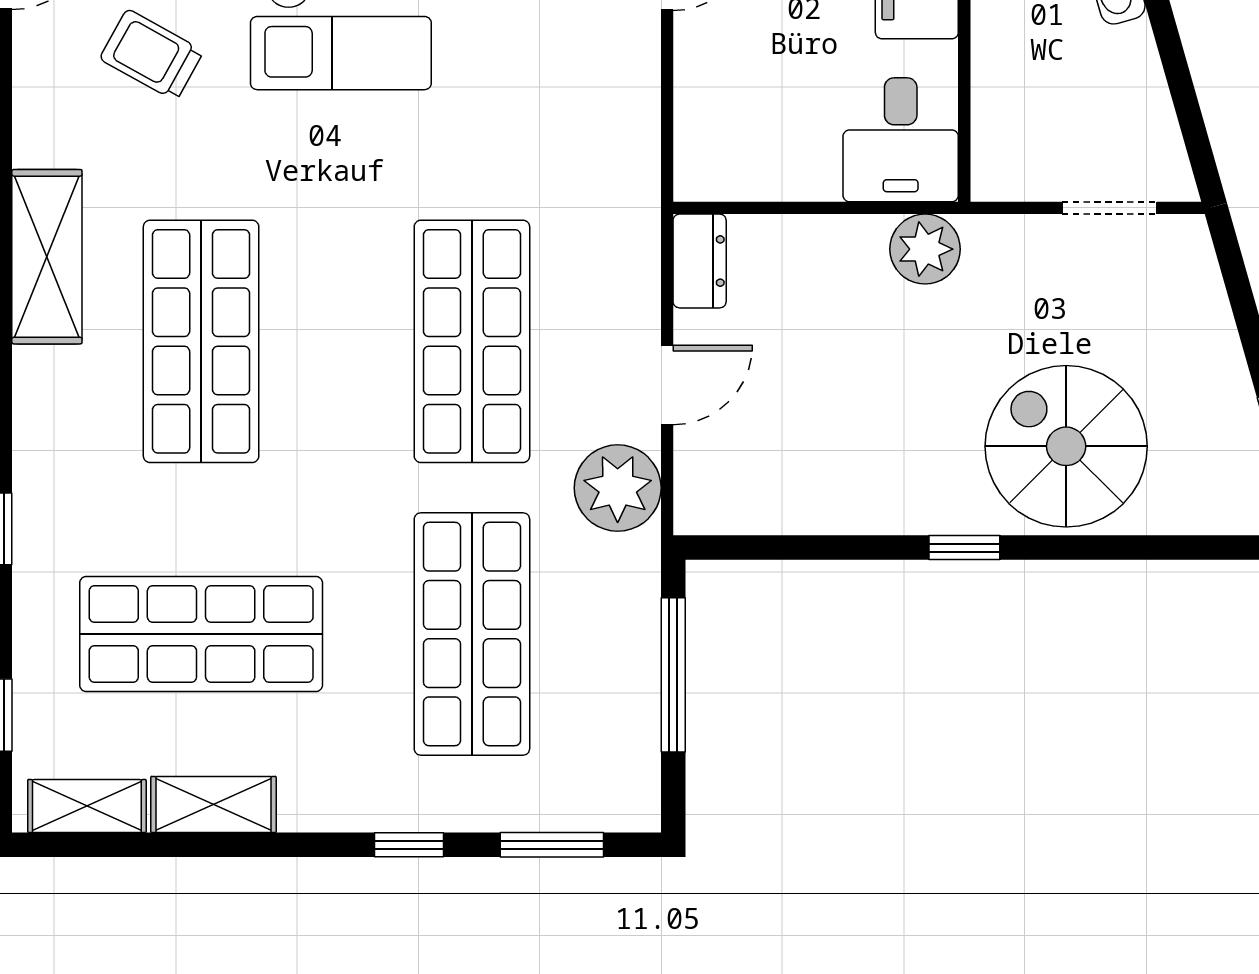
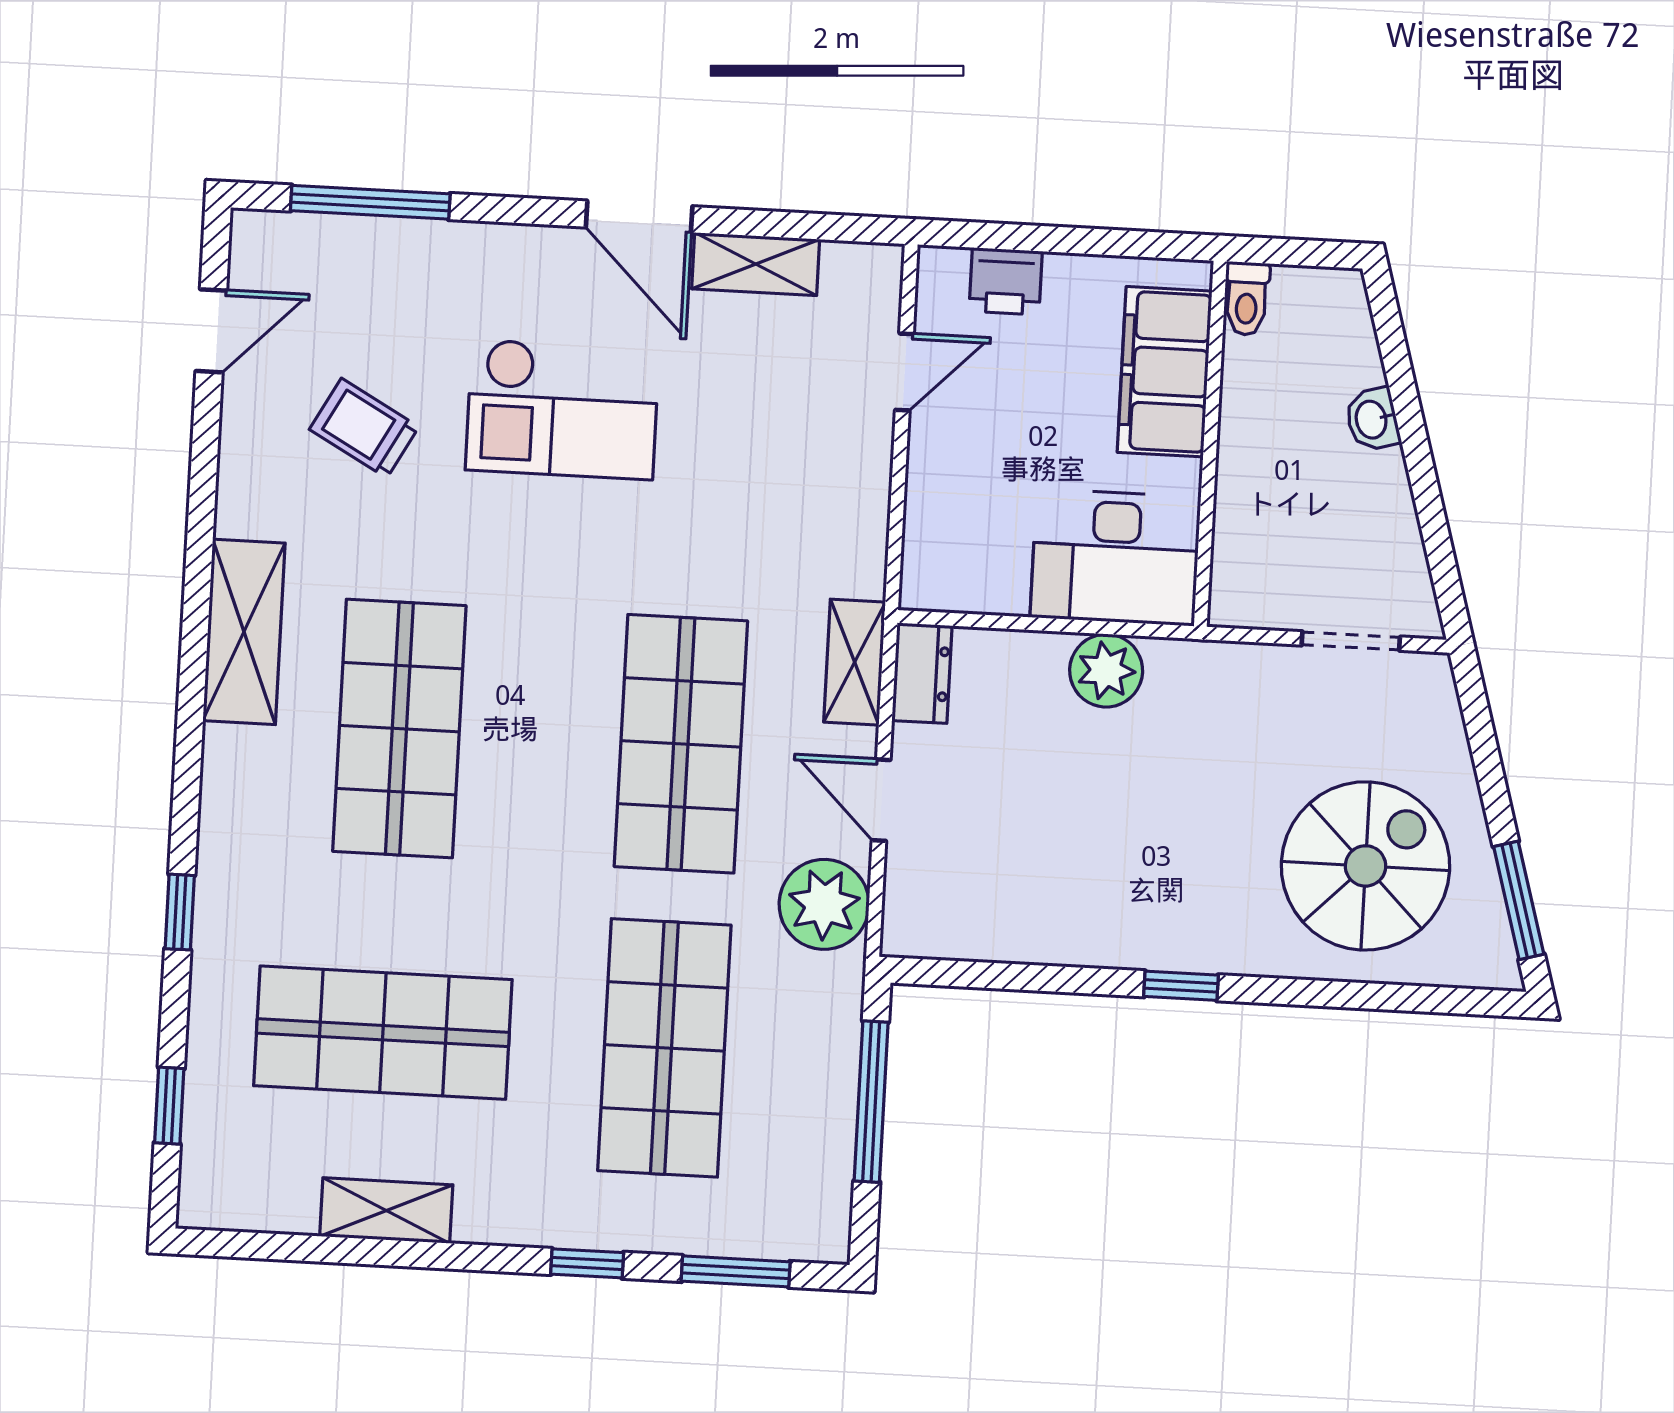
desk: (901, 140) -> (1115, 557), width x1.37
plant: (925, 249) -> (1106, 671), moved
door: (667, 385) -> (881, 800), swing flipped
spiral stairs: (1066, 446) -> (1366, 866), moved, turned 90
shelving: (87, 806) -> (855, 662), moved, turned 90

